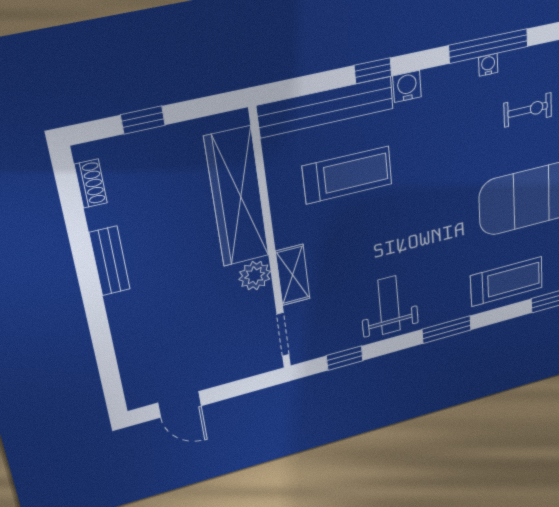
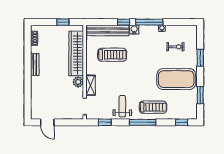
window: (489, 46) -> (149, 22), moved
window: (143, 120) -> (63, 22), moved
treadmill: (507, 282) -> (153, 107), moved
window: (447, 330) -> (143, 122), width x1.44

